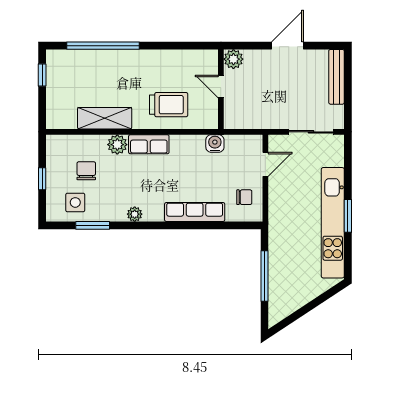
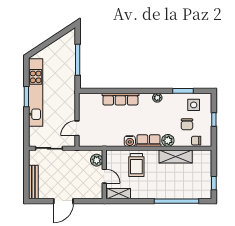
shelving: (197, 58) -> (119, 194), added
plant: (233, 59) -> (97, 160), moved
trolley: (169, 105) -> (136, 165), turned -90
water cooler: (215, 144) -> (130, 141), moved
chair: (244, 197) -> (196, 141), moved

